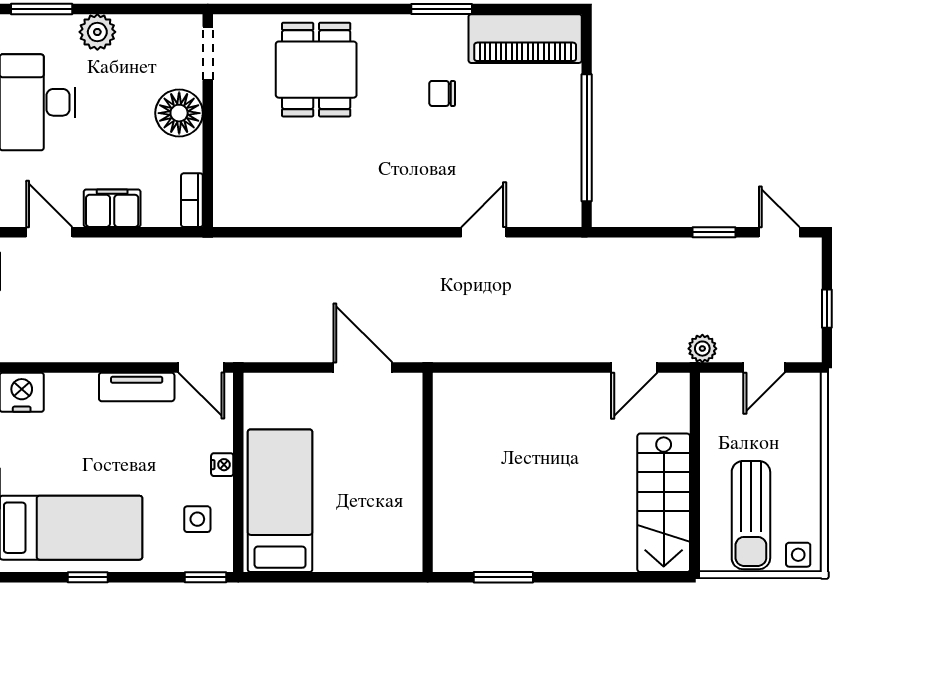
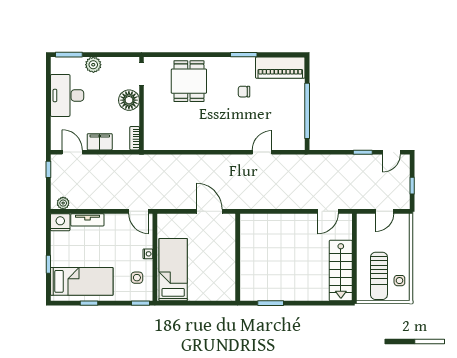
door: (779, 232) -> (391, 152), swing flipped
plant: (702, 349) -> (63, 203), moved
tv unit: (137, 387) -> (87, 220), moved
side table: (798, 555) -> (399, 281), moved

